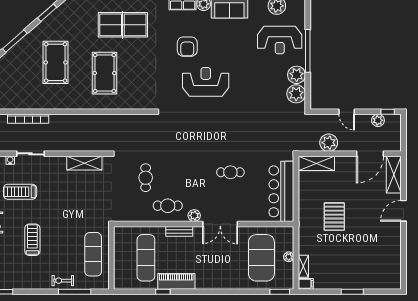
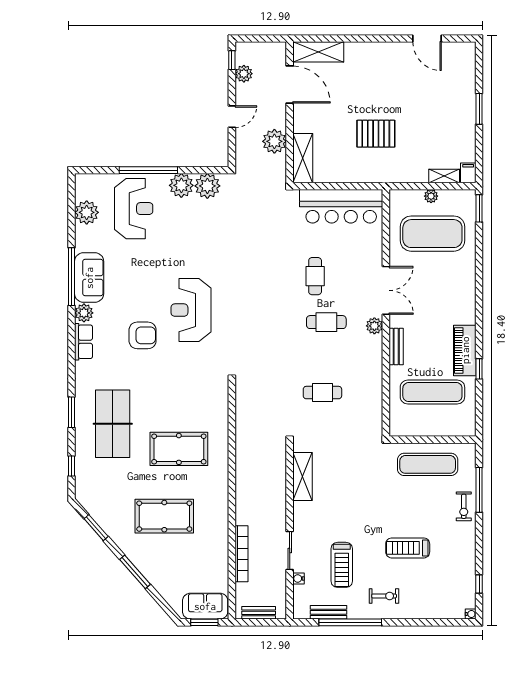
cafe table: (168, 206) -> (326, 322), moved, turned 90
door: (404, 211) -> (427, 39), moved

